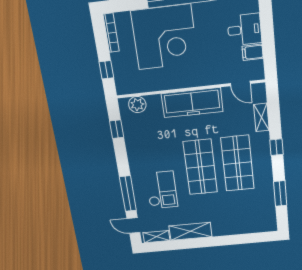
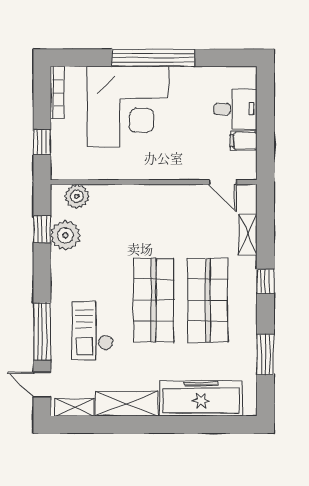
freezer: (192, 103) -> (201, 398), moved, turned 180
plant: (133, 131) -> (65, 235), added
checkout: (162, 190) -> (93, 331), turned 180

